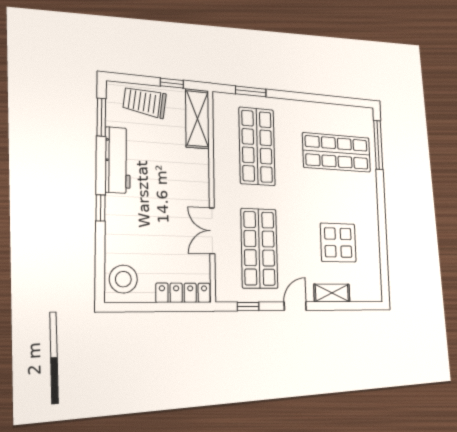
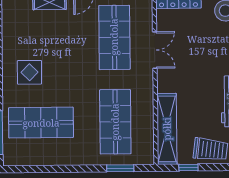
shelving: (197, 119) -> (167, 129), width x1.47
display table: (338, 243) -> (29, 72), moved, width x0.73, depth x0.73

